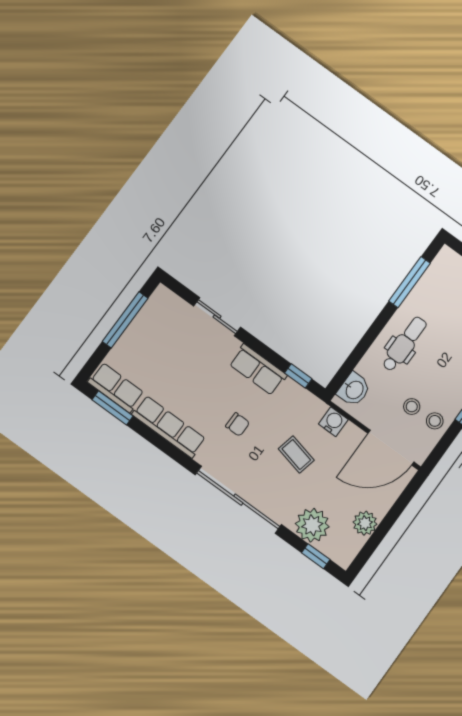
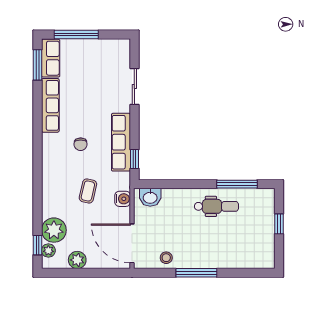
window: (125, 320) -> (76, 35), moved
dental chair: (404, 344) -> (216, 206), moved
row of seats: (258, 370) -> (121, 142), width x1.48
stool: (412, 407) -> (165, 238), removed
sliding door: (238, 500) -> (37, 176), removed
plant: (331, 548) -> (48, 251), added

